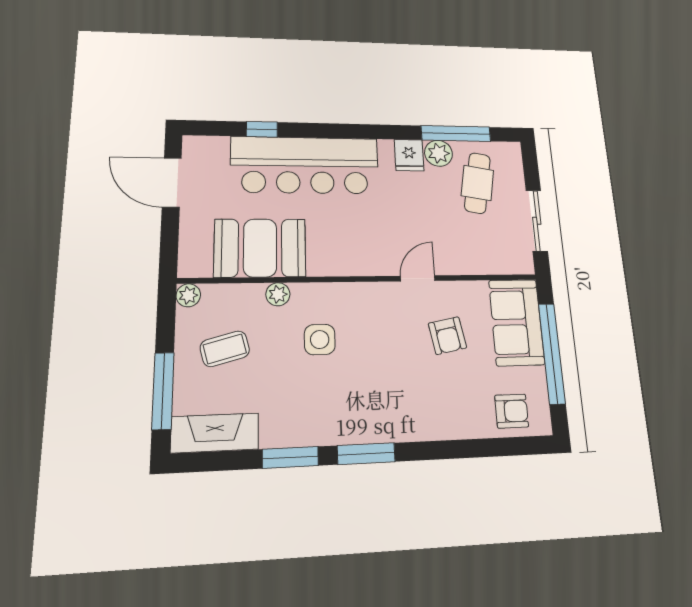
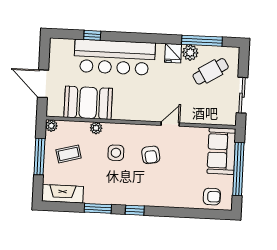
door: (172, 182) -> (43, 84), moved
cafe table: (477, 183) -> (211, 71), turned 48
armchair: (447, 336) -> (151, 155), moved
window: (163, 391) -> (39, 157), moved
window: (366, 454) -> (135, 210), width x0.67

